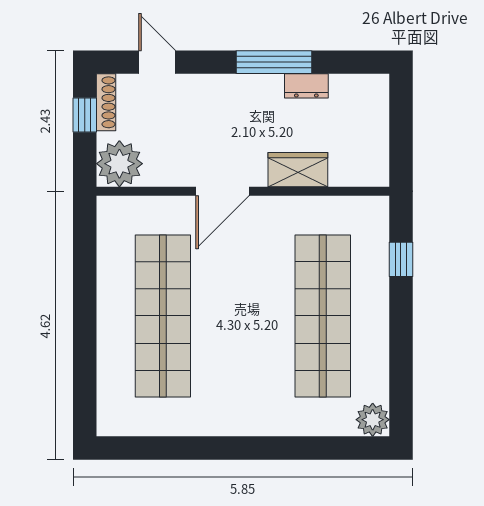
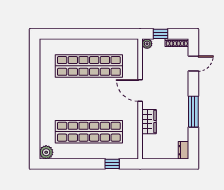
dresser: (306, 86) -> (183, 150), moved
window: (85, 115) -> (160, 34), moved
plant: (119, 164) -> (147, 44), width x0.53, depth x0.53

